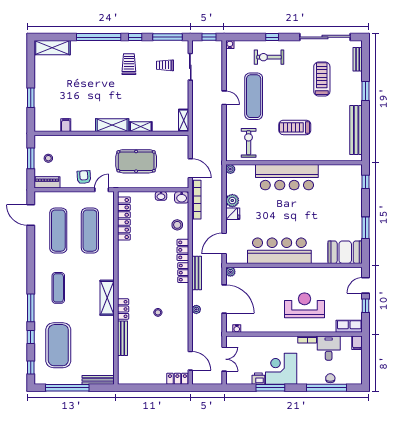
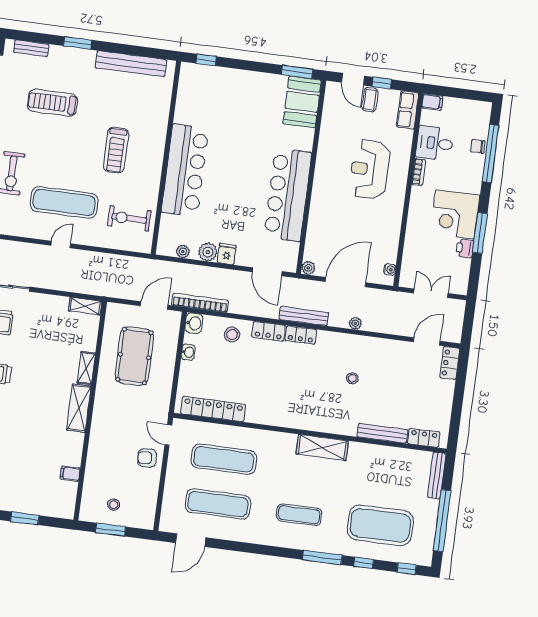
pool table: (136, 161) -> (134, 356), moved
plant: (230, 169) -> (183, 252), moved
piano: (47, 182) -> (148, 511), removed
window: (366, 228) -> (297, 72), moved
coffee table: (353, 299) -> (370, 100), added
locker: (123, 309) -> (424, 438), moved

